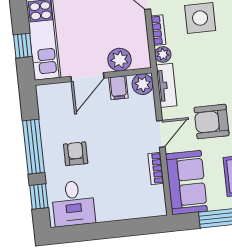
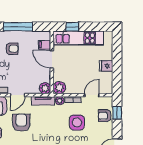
plant: (120, 60) -> (59, 88), moved
filing cabinet: (118, 88) -> (45, 45), moved
door: (161, 134) -> (18, 95), hinge flipped

